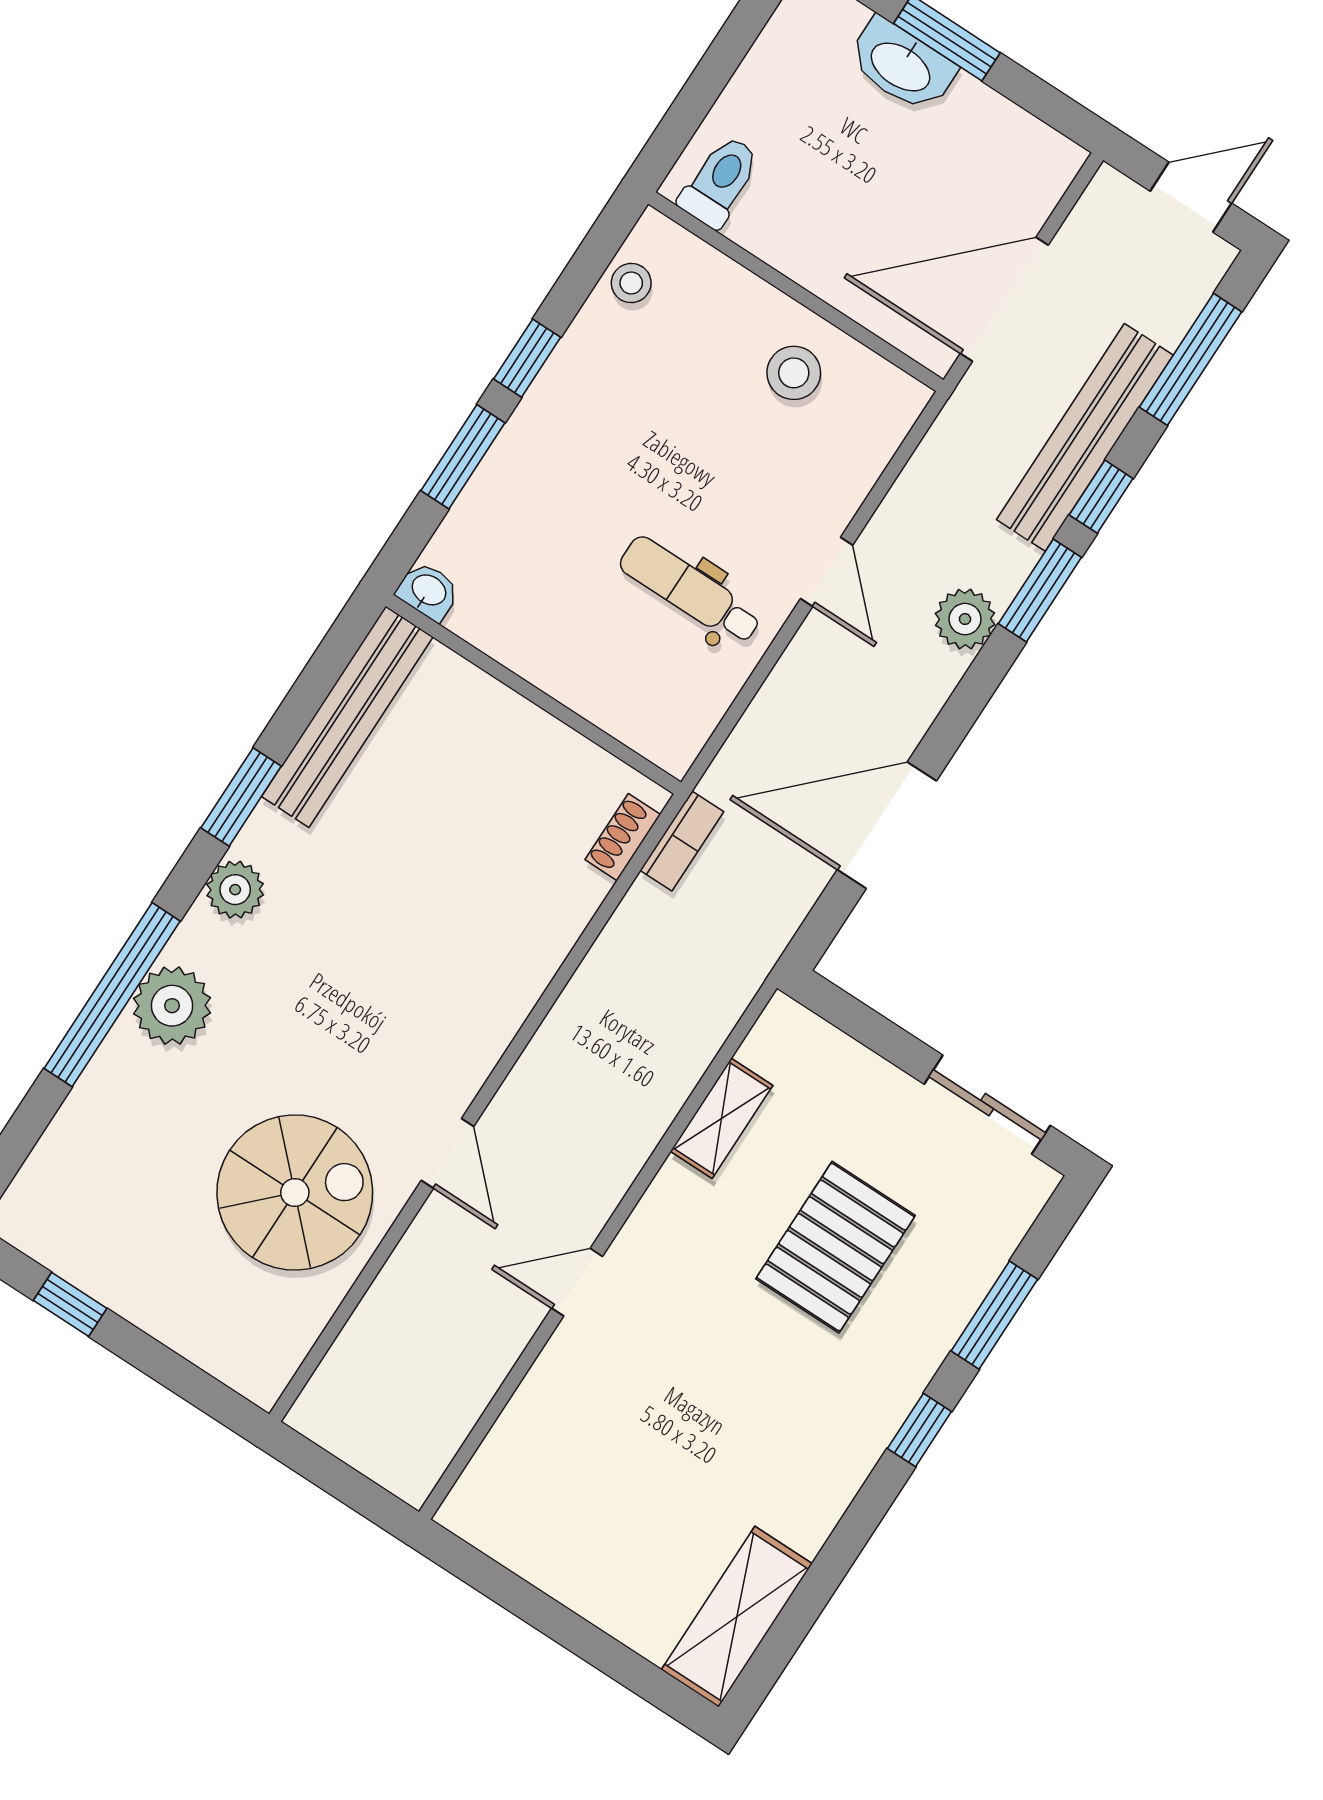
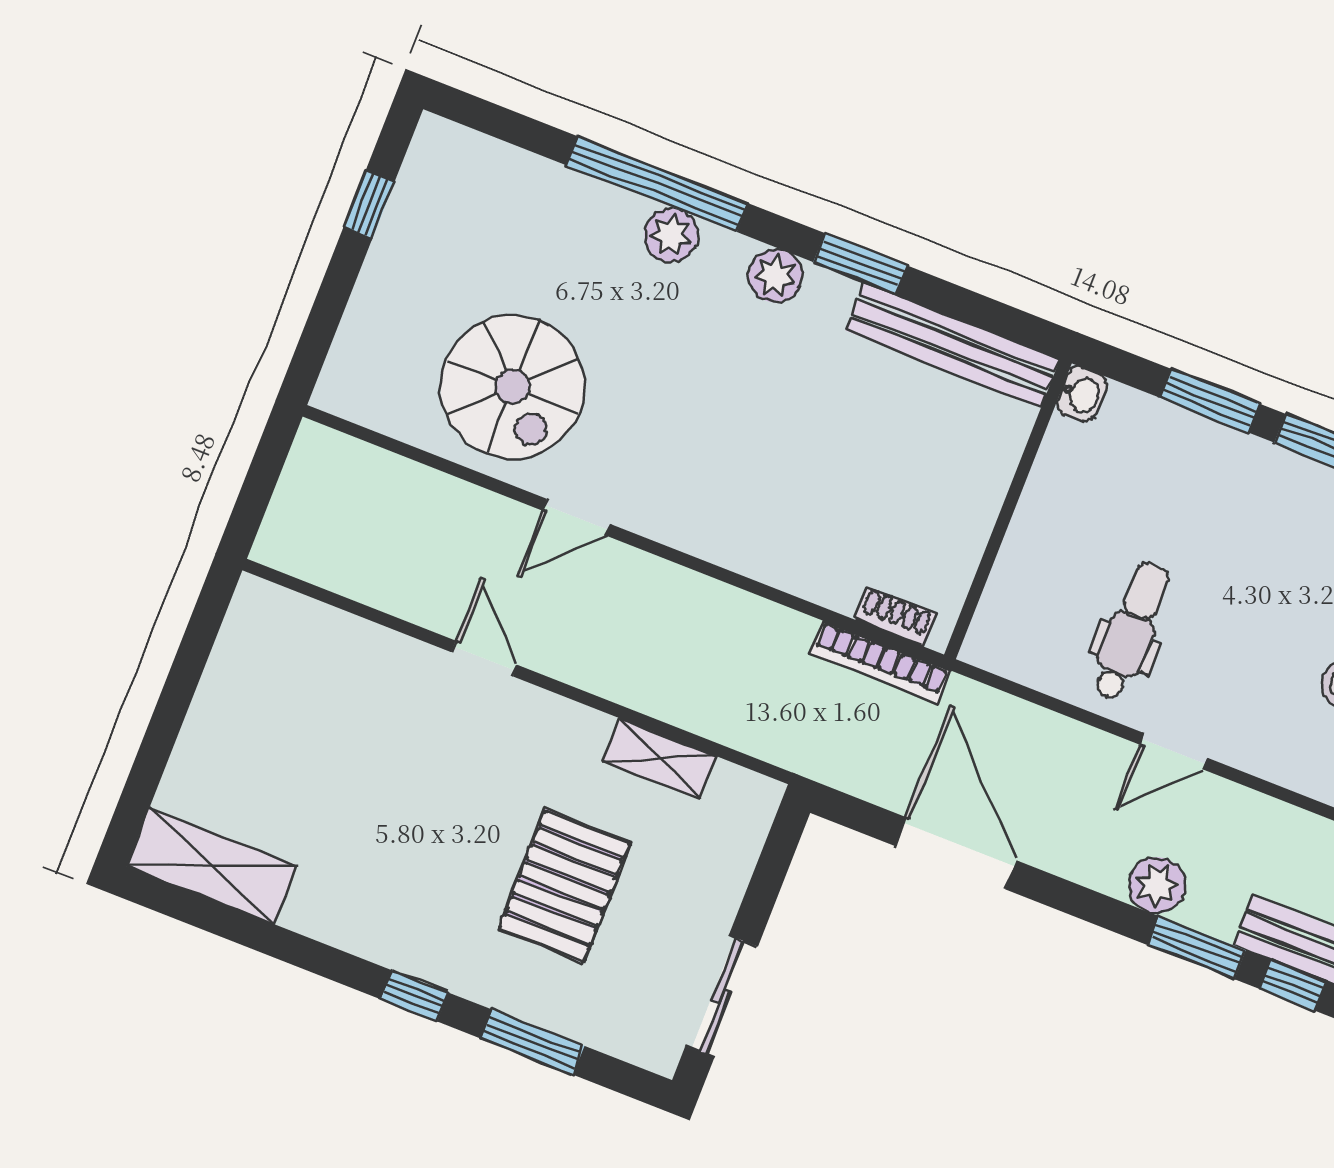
bookcase: (682, 841) -> (880, 662), width x1.56
plant: (172, 1006) -> (671, 235), width x0.73, depth x0.73
pallet: (836, 1247) -> (564, 886), turned 90

